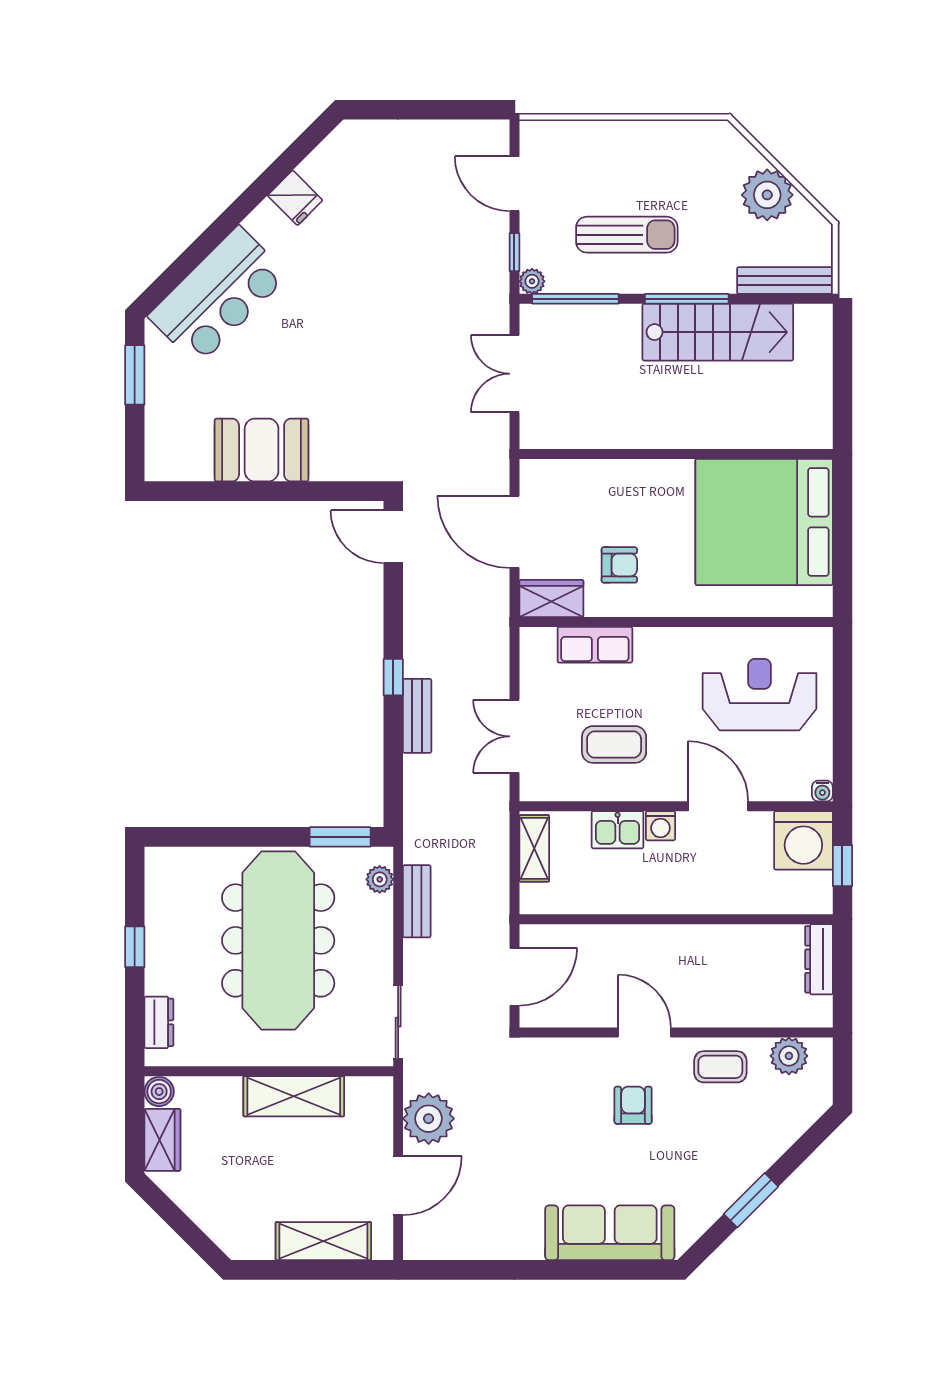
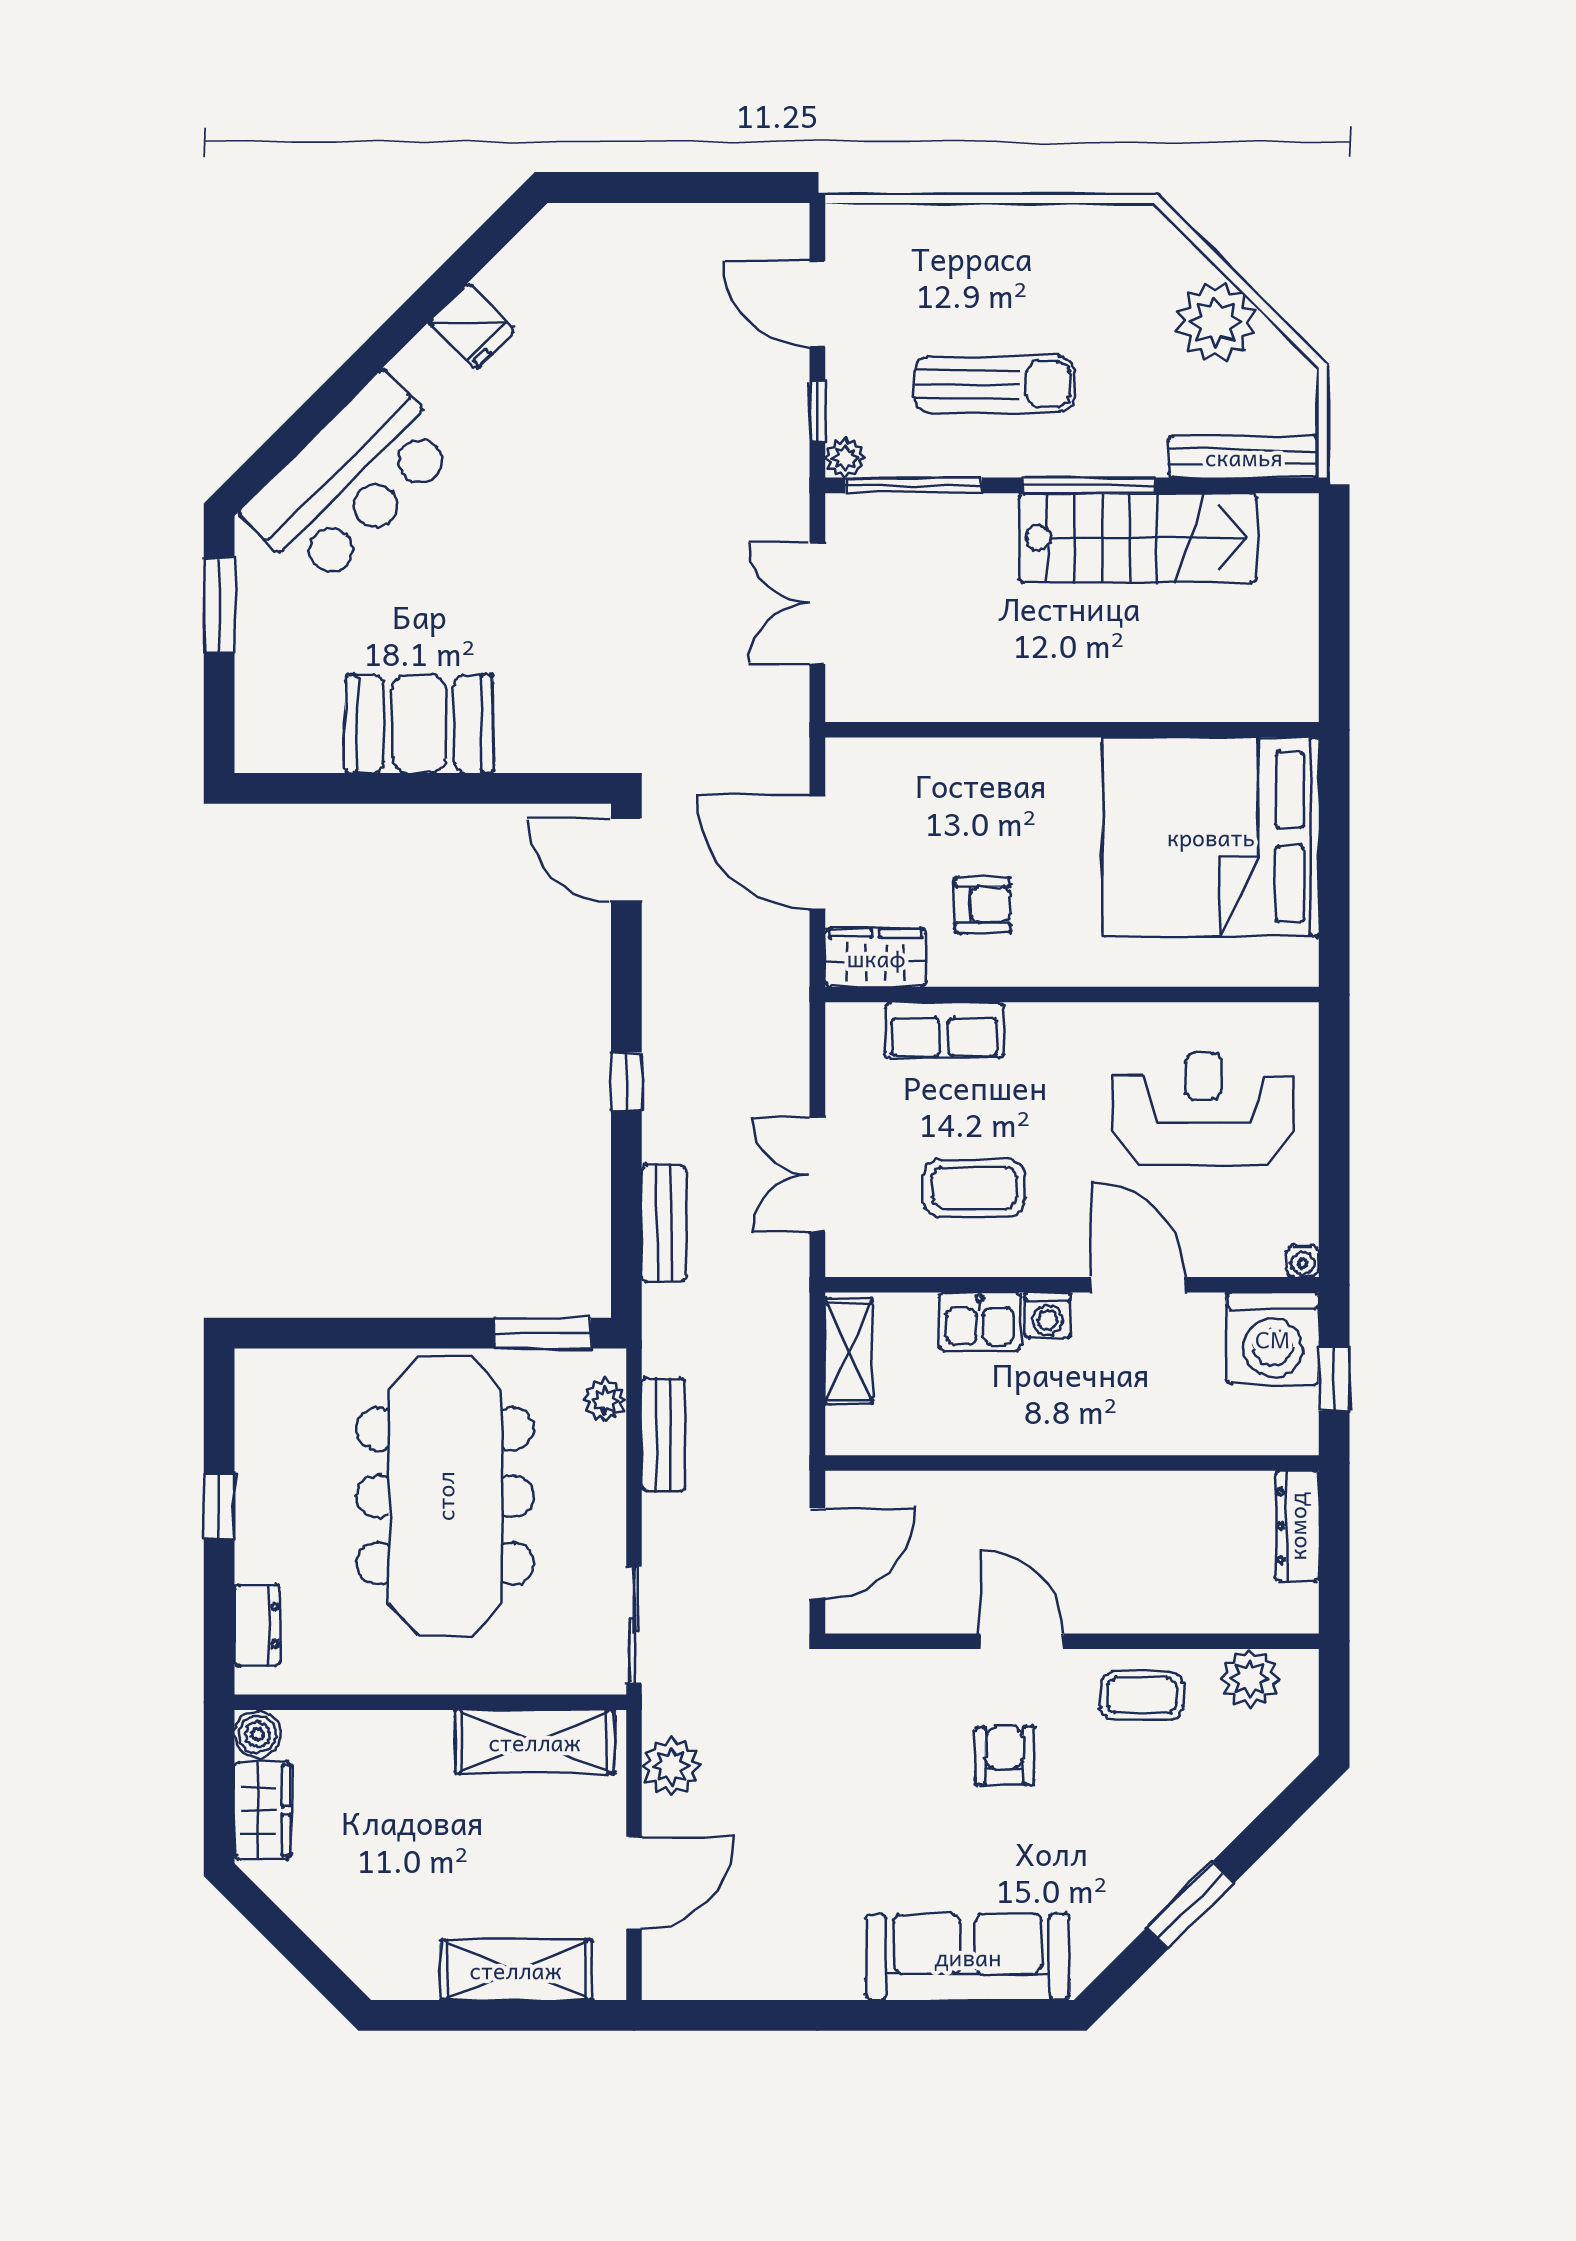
bench: (417, 716) -> (664, 1223), moved
shelving: (294, 1096) -> (535, 1742), moved
plant: (429, 1119) -> (671, 1766), width x0.73, depth x0.73

